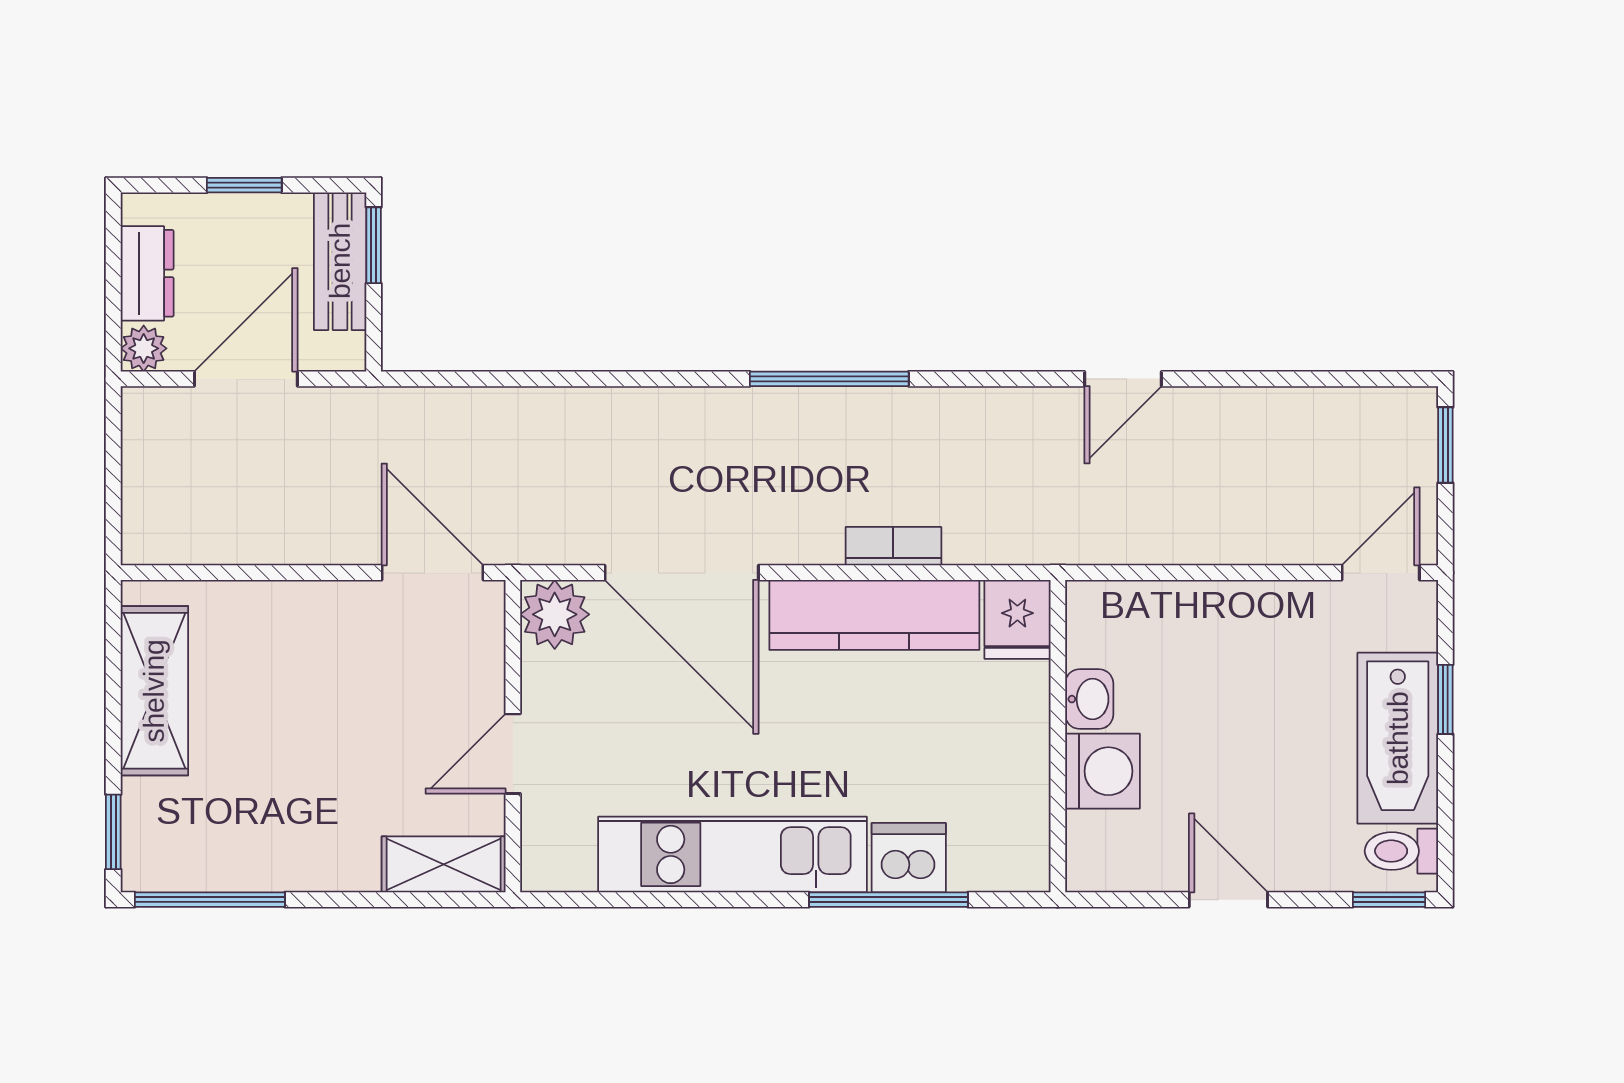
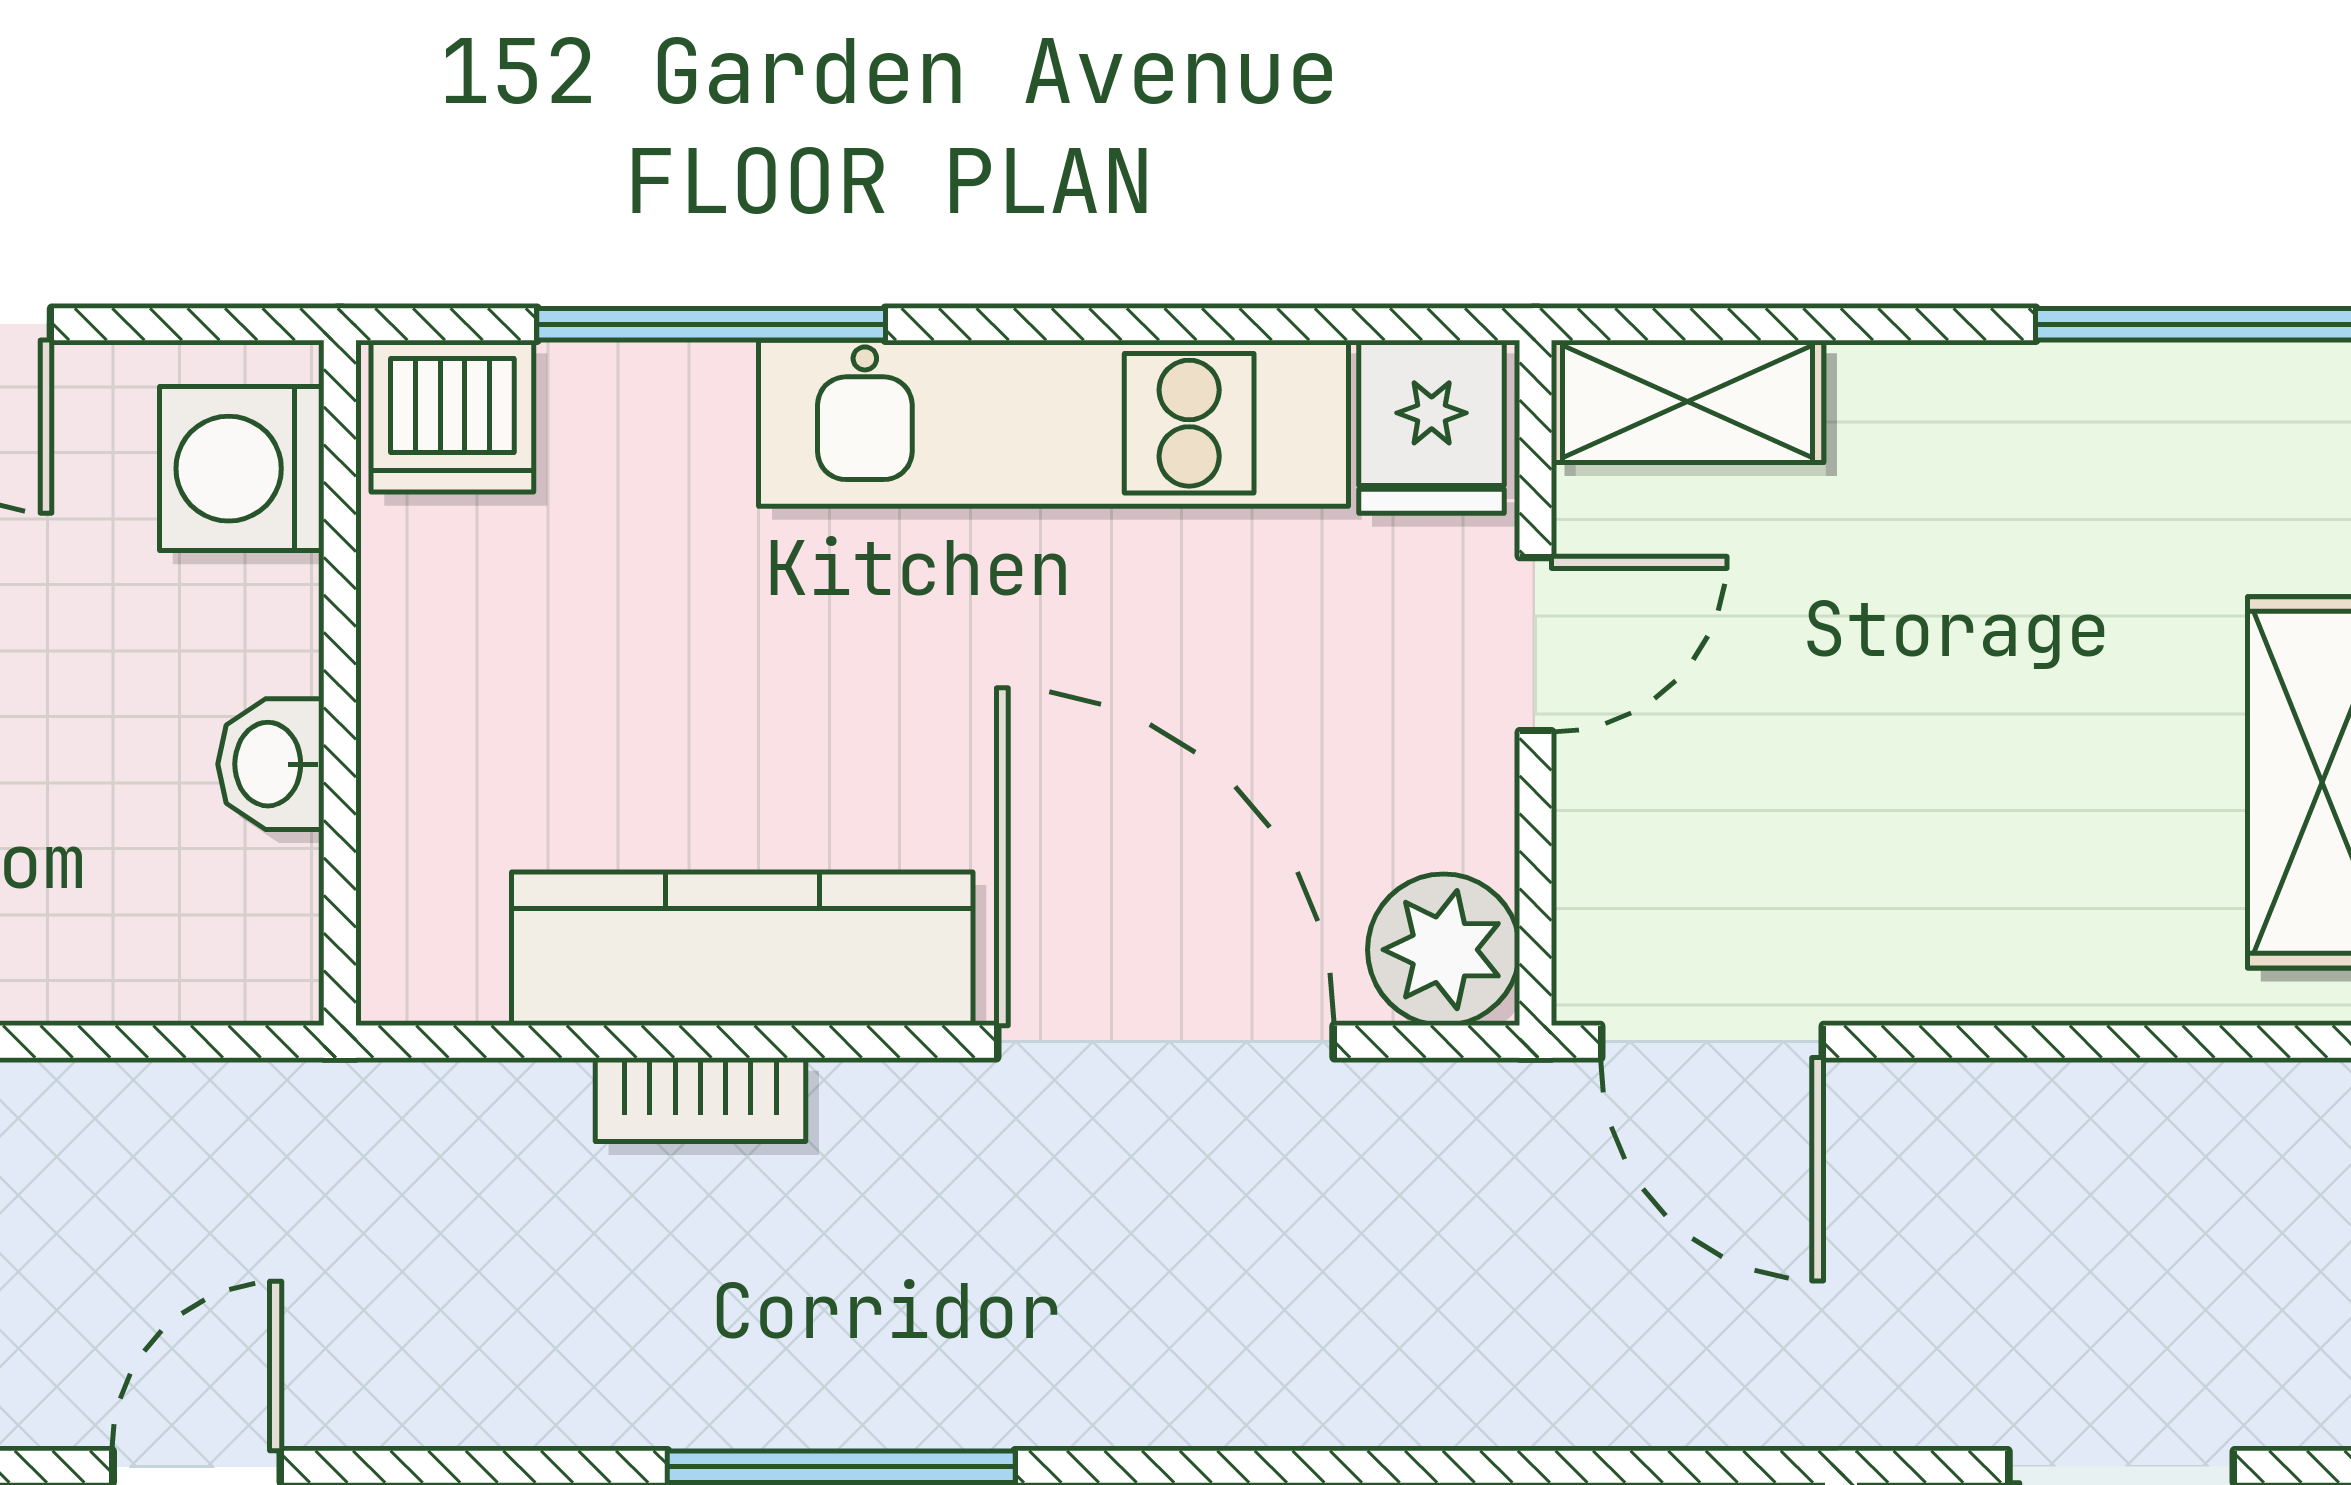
fridge: (1017, 619) -> (1432, 427), moved, turned 180
washing machine: (1102, 771) -> (242, 469), moved
dishwasher: (909, 858) -> (452, 416), moved

